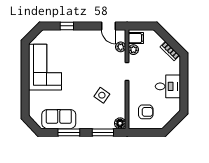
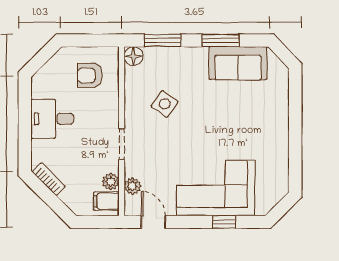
corner sofa: (45, 67) -> (216, 188), moved, turned 90

